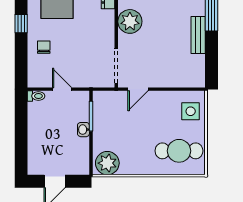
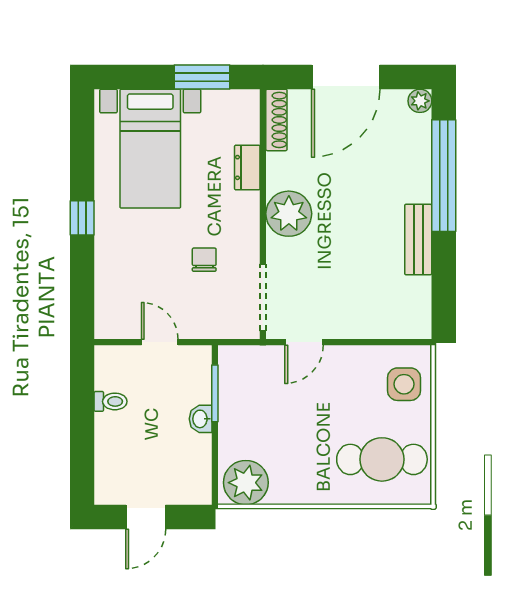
chair: (44, 47) -> (204, 260), moved
toilet: (36, 96) -> (111, 401), moved

